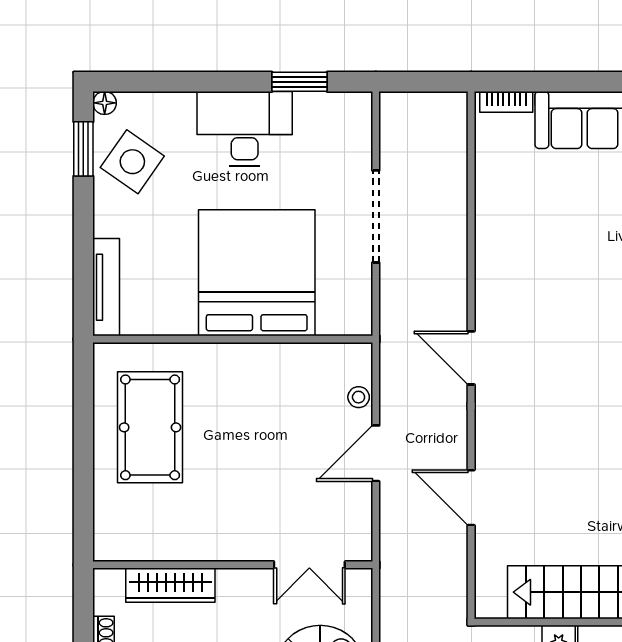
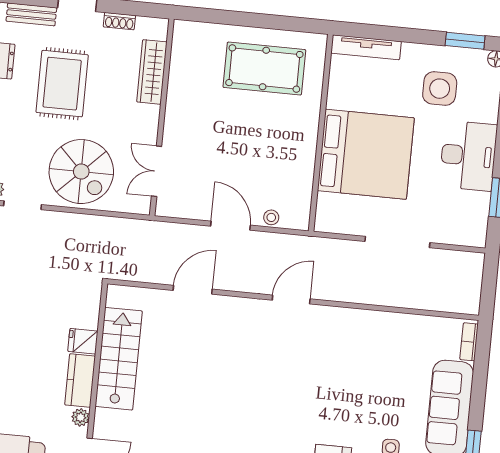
side table: (132, 162) -> (440, 89), moved, turned -35

